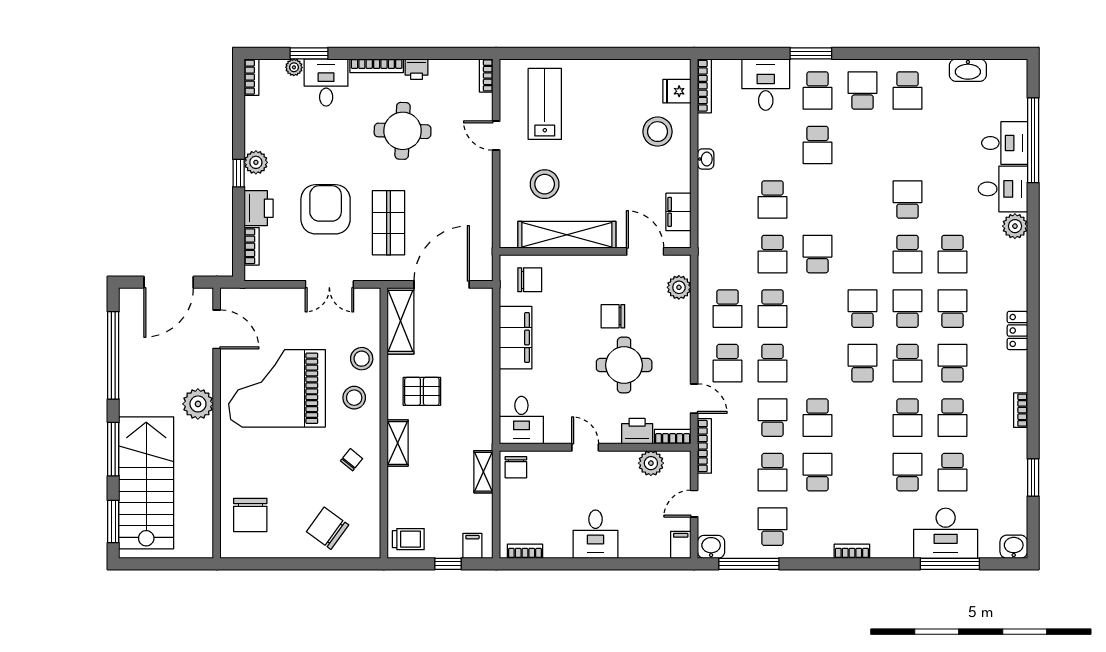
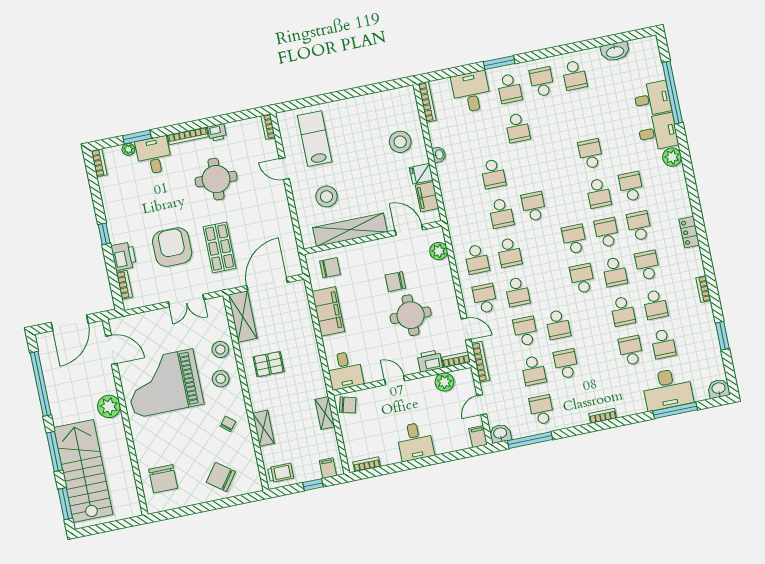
fridge: (677, 91) -> (421, 174), moved
plant: (256, 162) -> (115, 224), removed
school desk: (953, 254) -> (631, 187), turned 180
school desk: (728, 363) -> (485, 299), turned 180
shelving: (398, 443) -> (263, 428), moved
chair: (516, 467) -> (348, 405), turned -75

